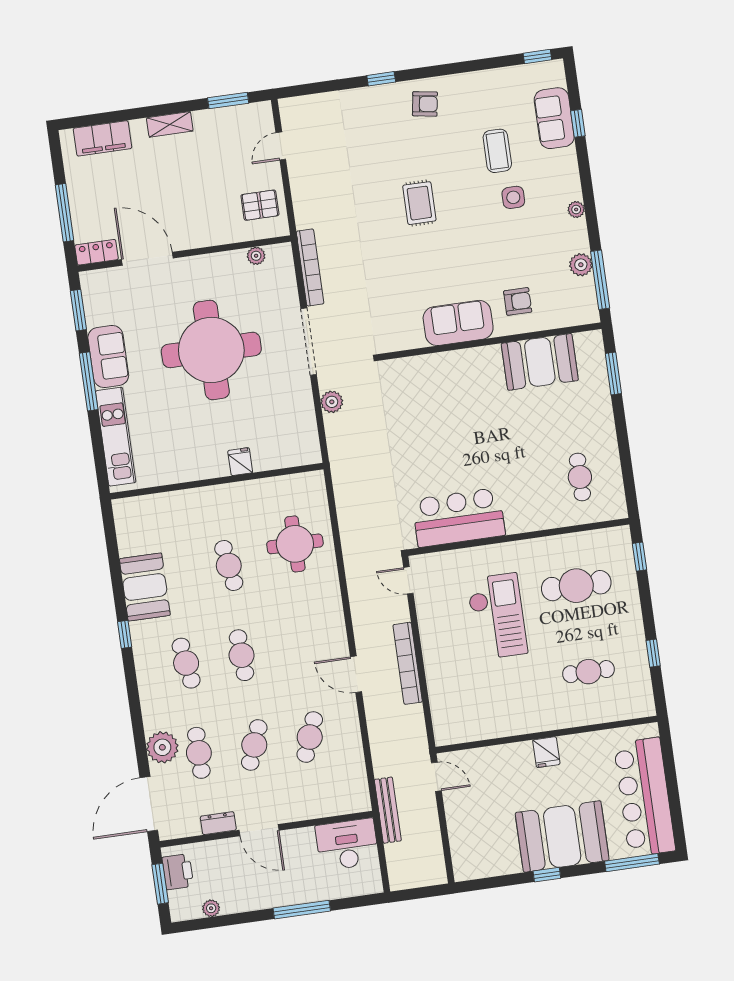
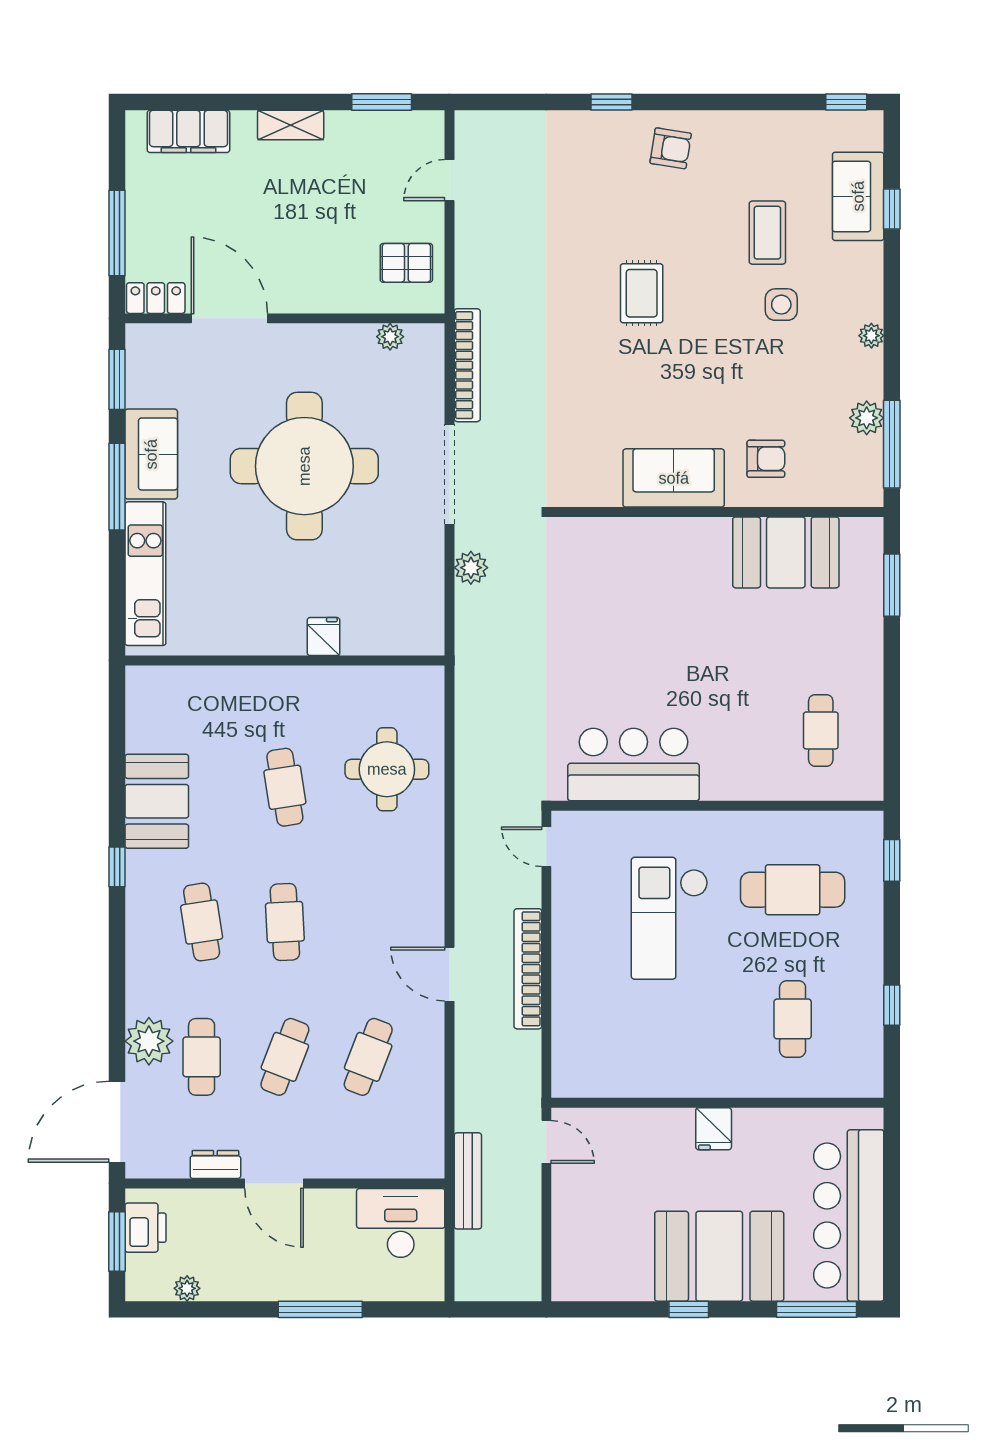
checkout: (497, 616) -> (670, 918), turned 180
cafe table: (588, 672) -> (793, 1019), turned 90

